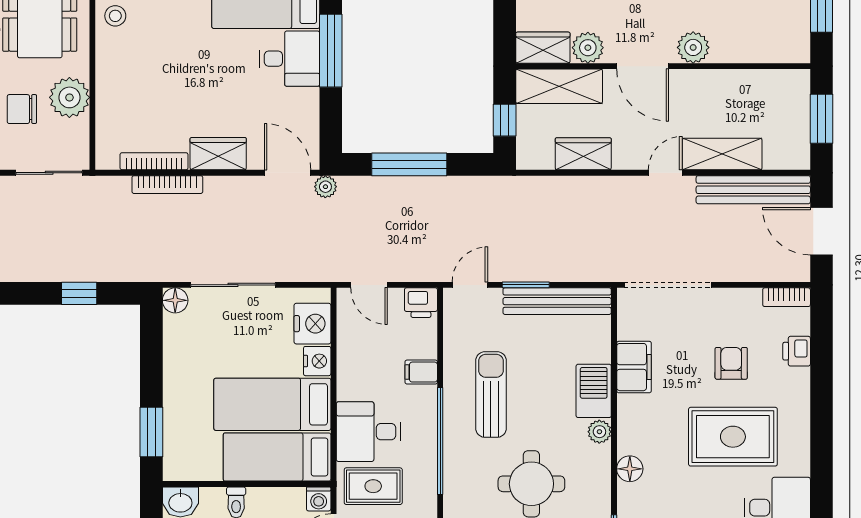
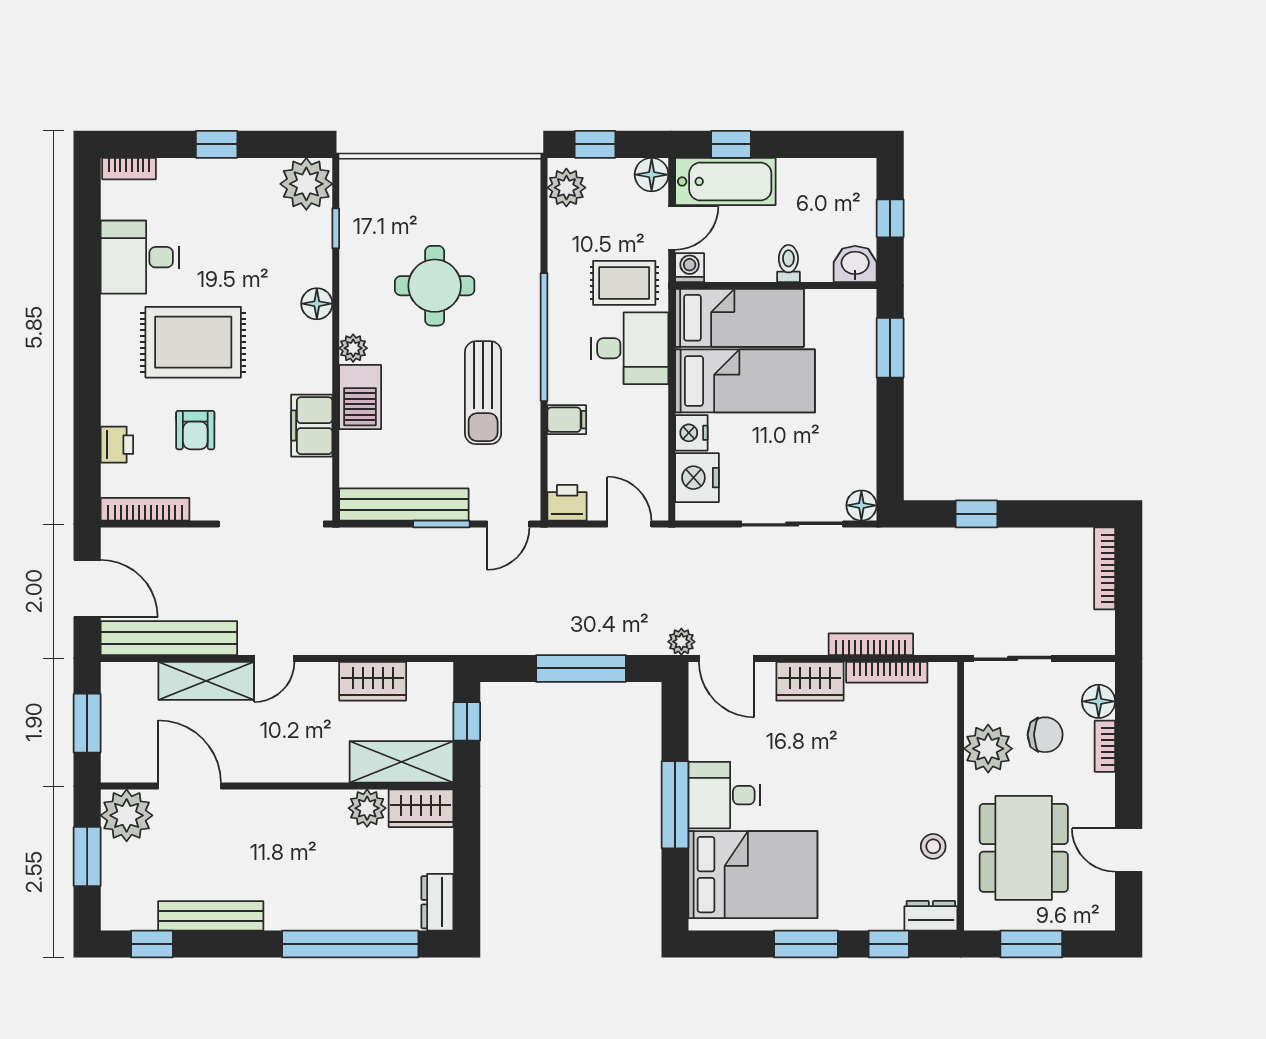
plant: (693, 47) -> (127, 815), moved, width x1.36, depth x1.36
door: (643, 66) -> (190, 786), moved
bookcase: (787, 297) -> (145, 509), width x1.56

